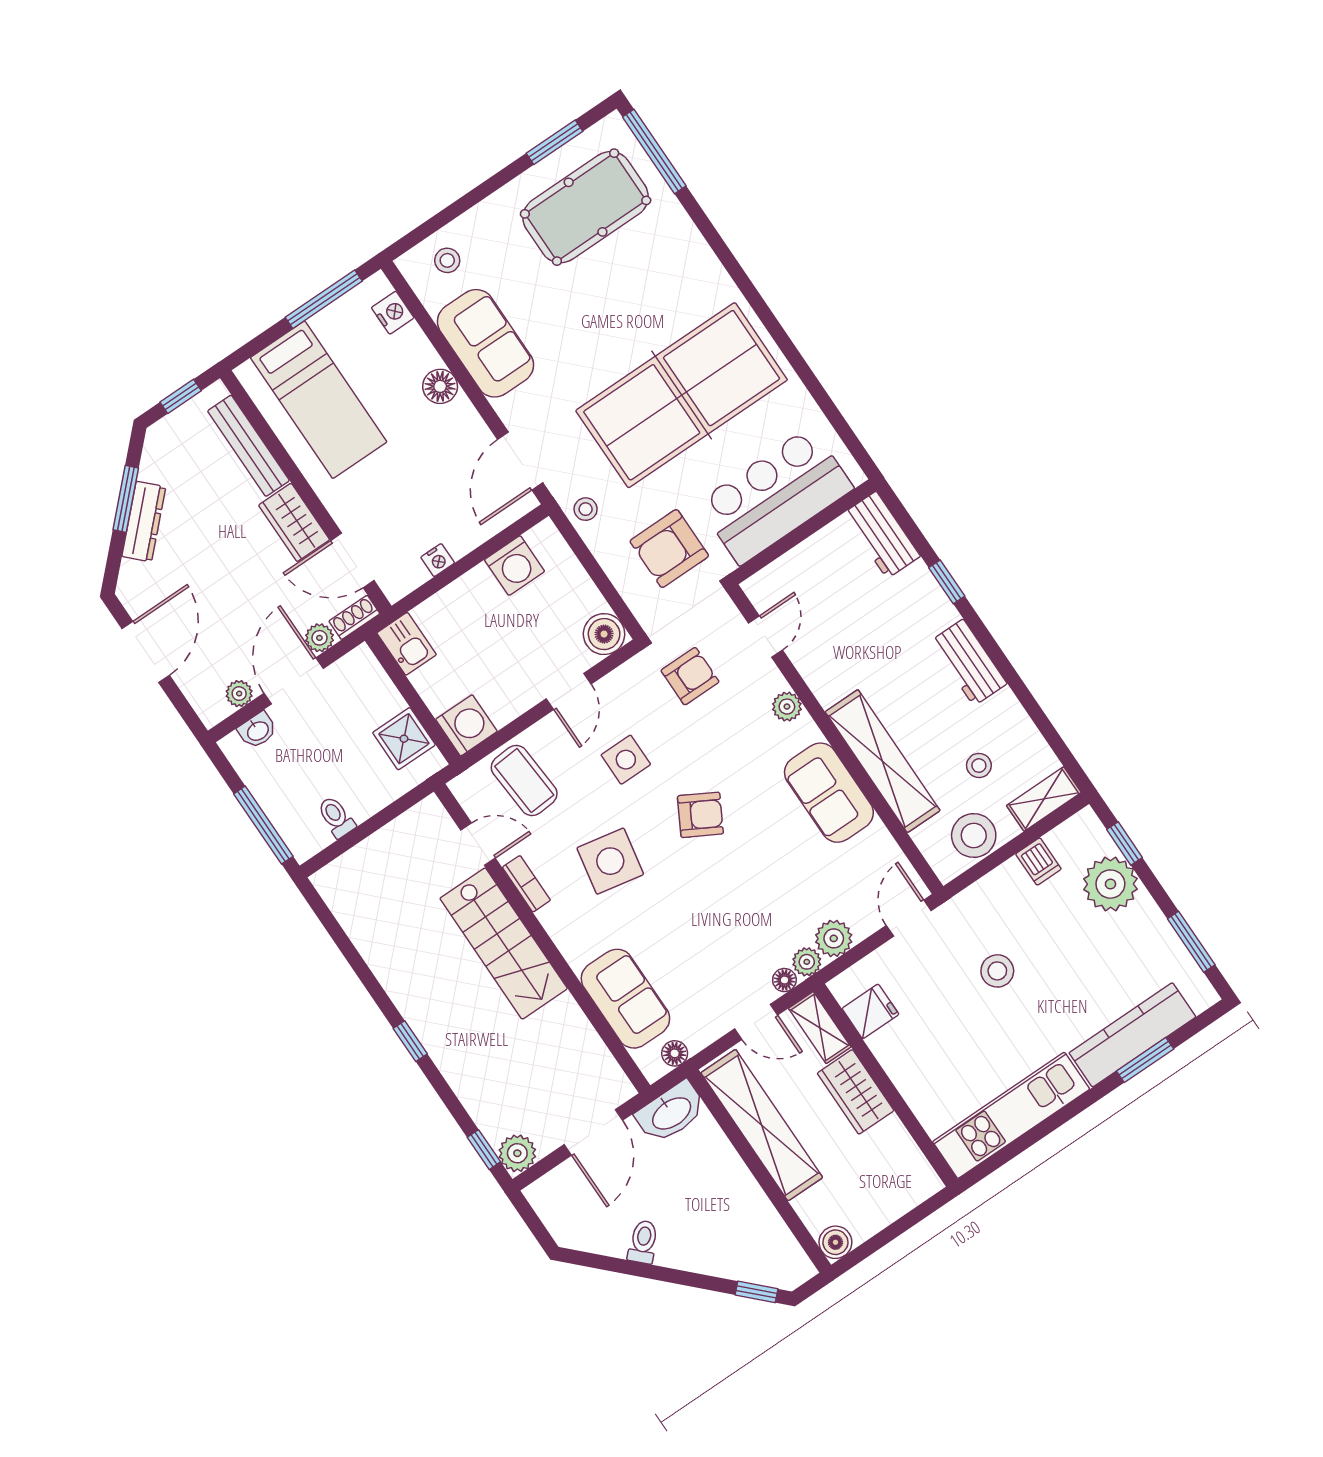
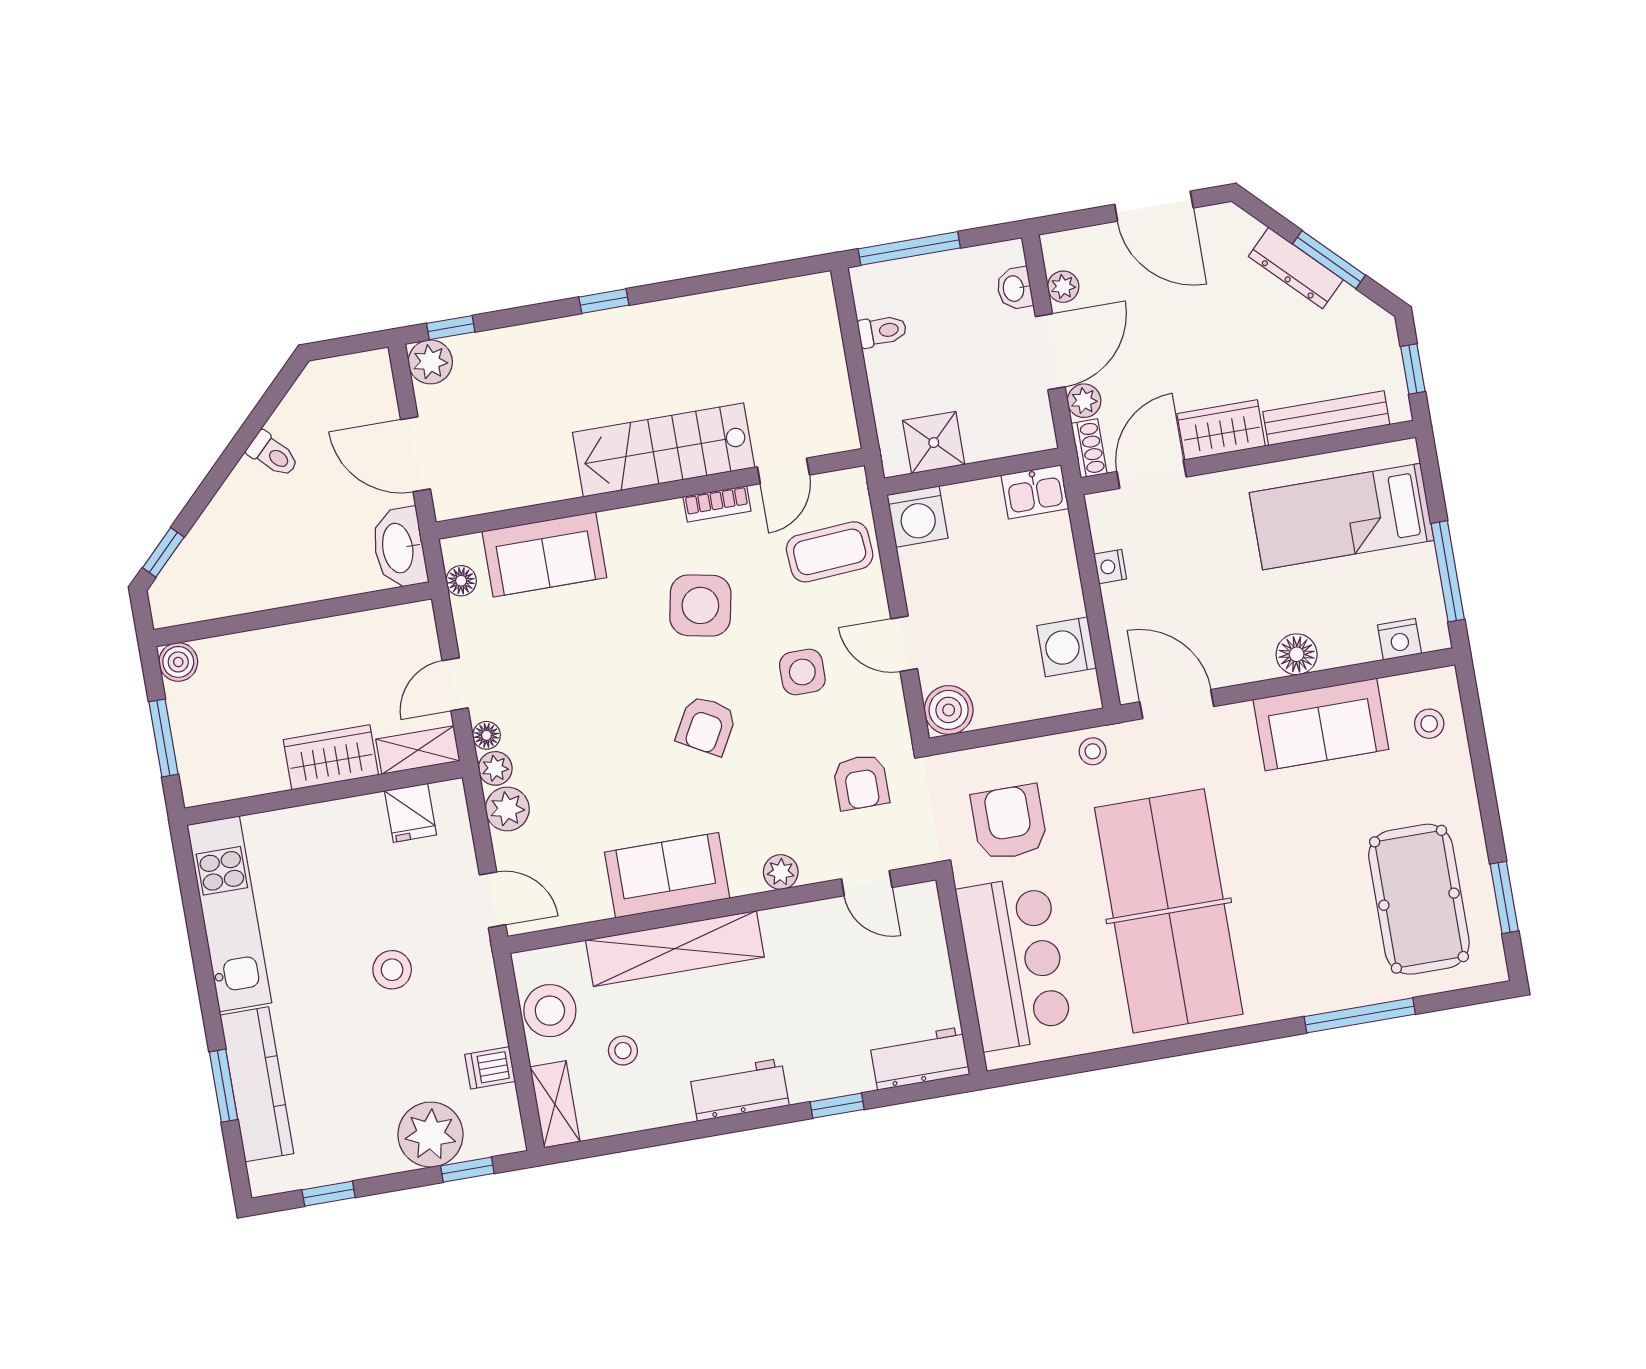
window: (654, 151) -> (1360, 1015), moved
door: (294, 681) -> (1050, 352), hinge flipped
window: (1191, 942) -> (329, 1194), width x0.67
shelving: (762, 1125) -> (341, 640), removed
window: (899, 1227) -> (163, 738), added

